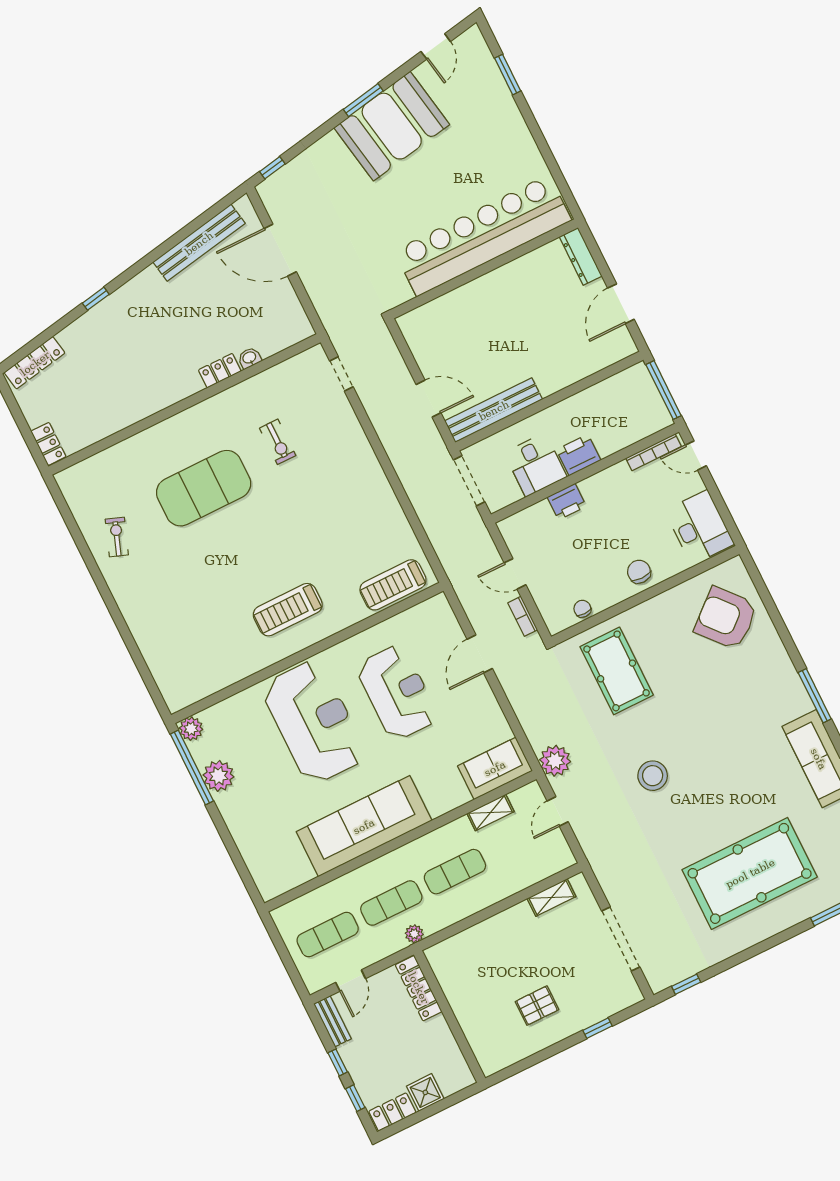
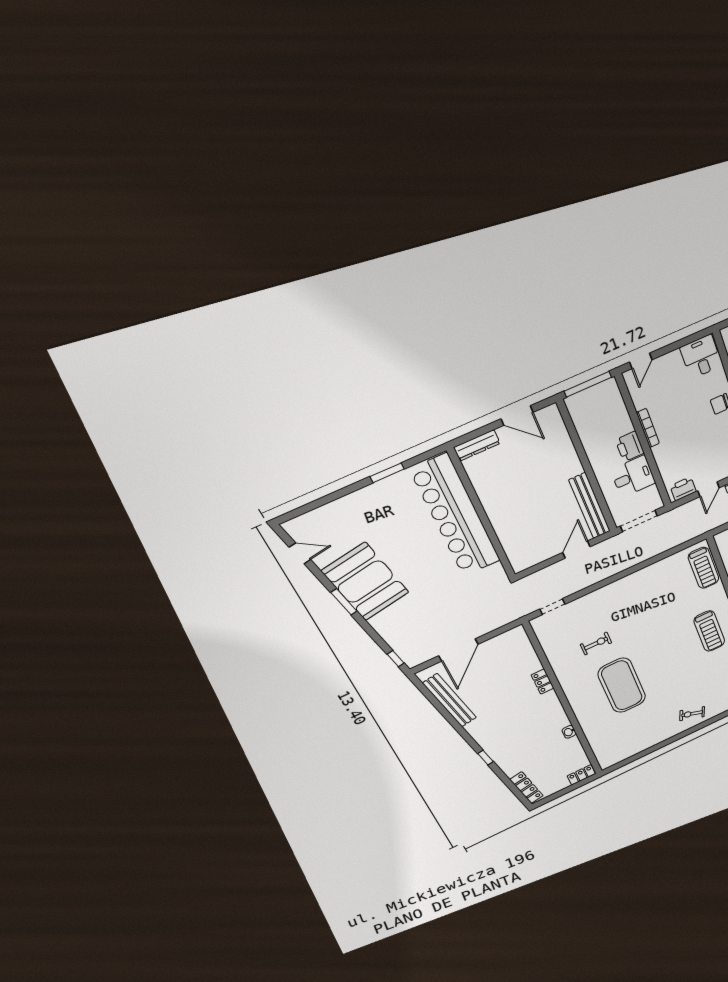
window: (508, 75) -> (387, 473), moved
washbasin: (249, 358) -> (569, 732), moved
bookcase: (654, 452) -> (648, 428), moved
printer: (567, 502) -> (683, 489), moved, turned -90
desk: (699, 527) -> (701, 357), width x0.73
exercise bike: (117, 537) -> (692, 714), moved

